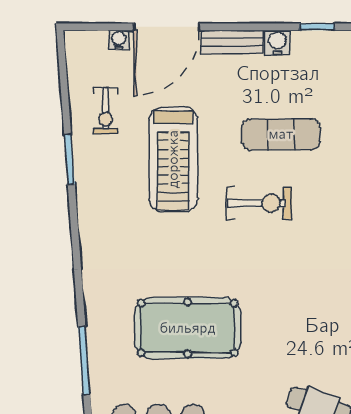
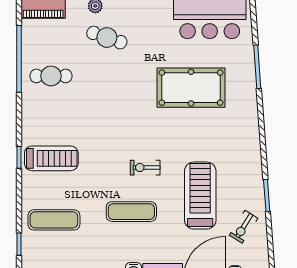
exercise bike: (106, 111) -> (244, 227), turned -148
exercise bike: (259, 203) -> (145, 168), width x0.73, depth x0.72

